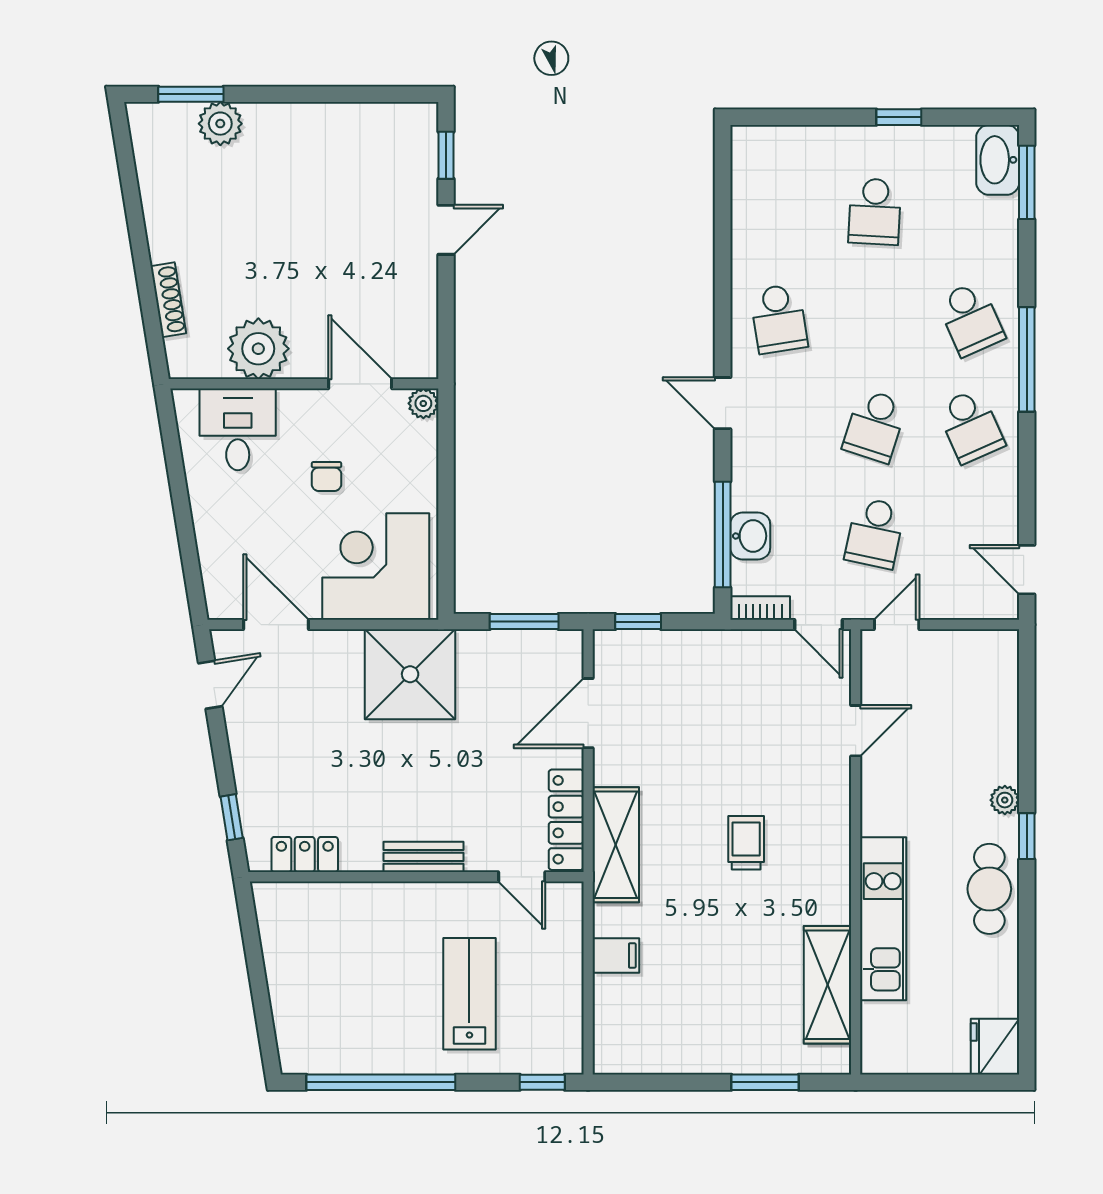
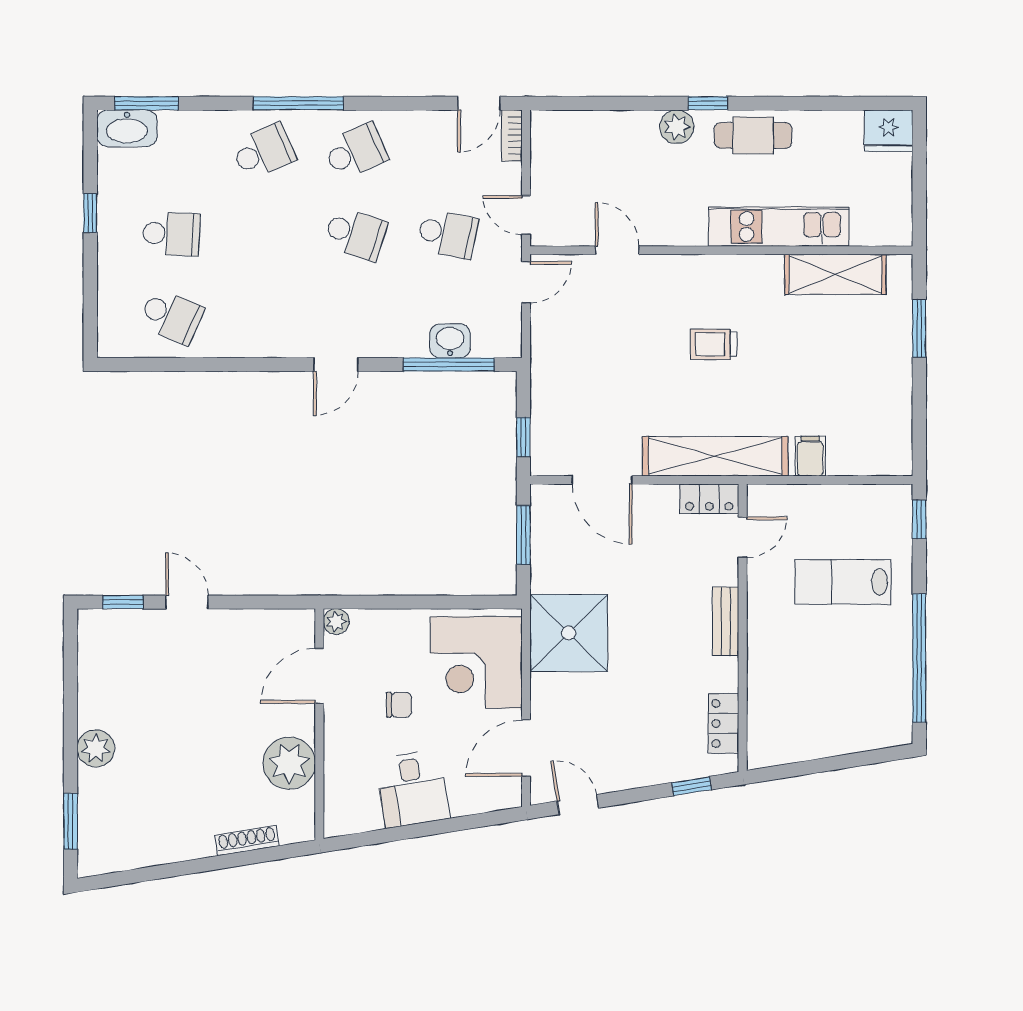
plant: (220, 124) -> (96, 748), moved
school desk: (779, 319) -> (171, 316), moved, turned 33
desk: (238, 429) -> (413, 789), moved, turned -99
bookcase: (760, 608) -> (512, 135), moved
plant: (1005, 800) -> (677, 127), width x1.38, depth x1.38
locker: (566, 820) -> (709, 499), width x0.66
shelving: (616, 845) -> (715, 456), width x1.47

